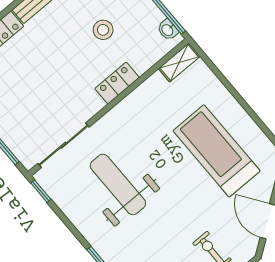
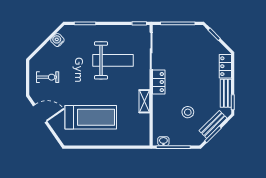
shelving: (179, 62) -> (144, 101), moved
locker: (117, 83) -> (159, 82), moved

